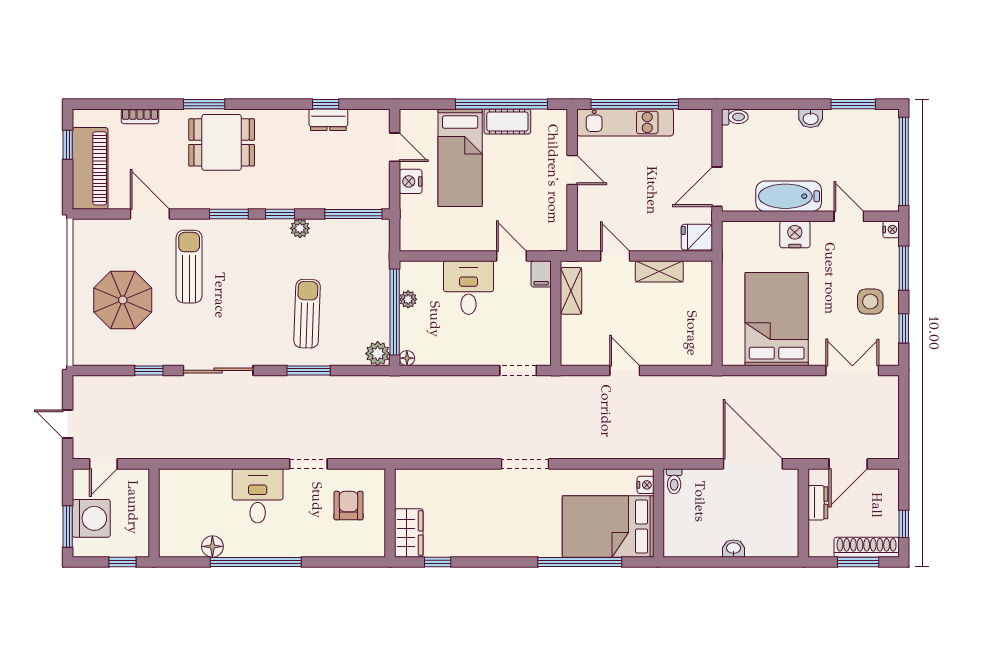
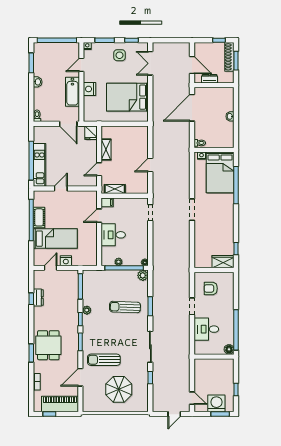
wall: (154, 513) -> (214, 357), moved

